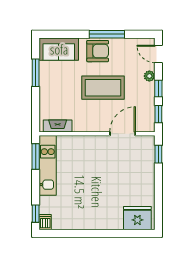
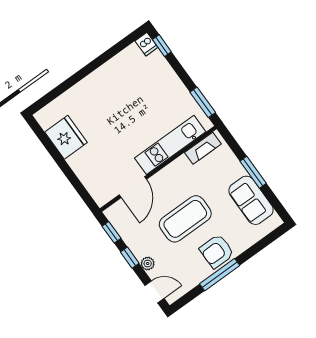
sofa: (59, 49) -> (251, 200), moved, turned -90
window: (36, 73) -> (253, 172), moved
window: (158, 154) -> (83, 193), removed
kitchen unit: (48, 165) -> (170, 145), moved, turned 90
fridge: (137, 218) -> (66, 137), moved, turned -90

